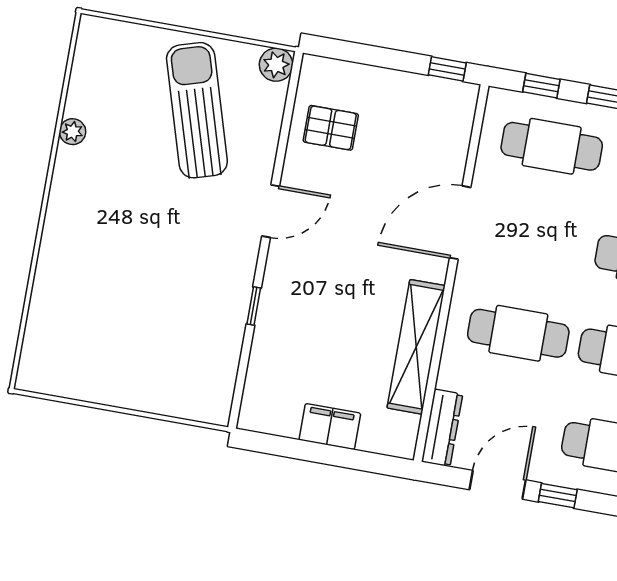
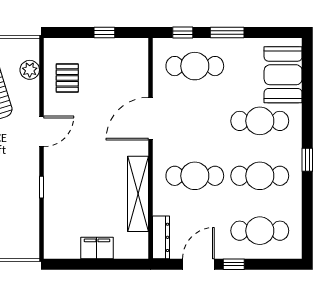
plant: (276, 65) -> (30, 70), moved
window: (447, 69) -> (104, 33), moved
pallet: (331, 128) -> (67, 78), turned 90

